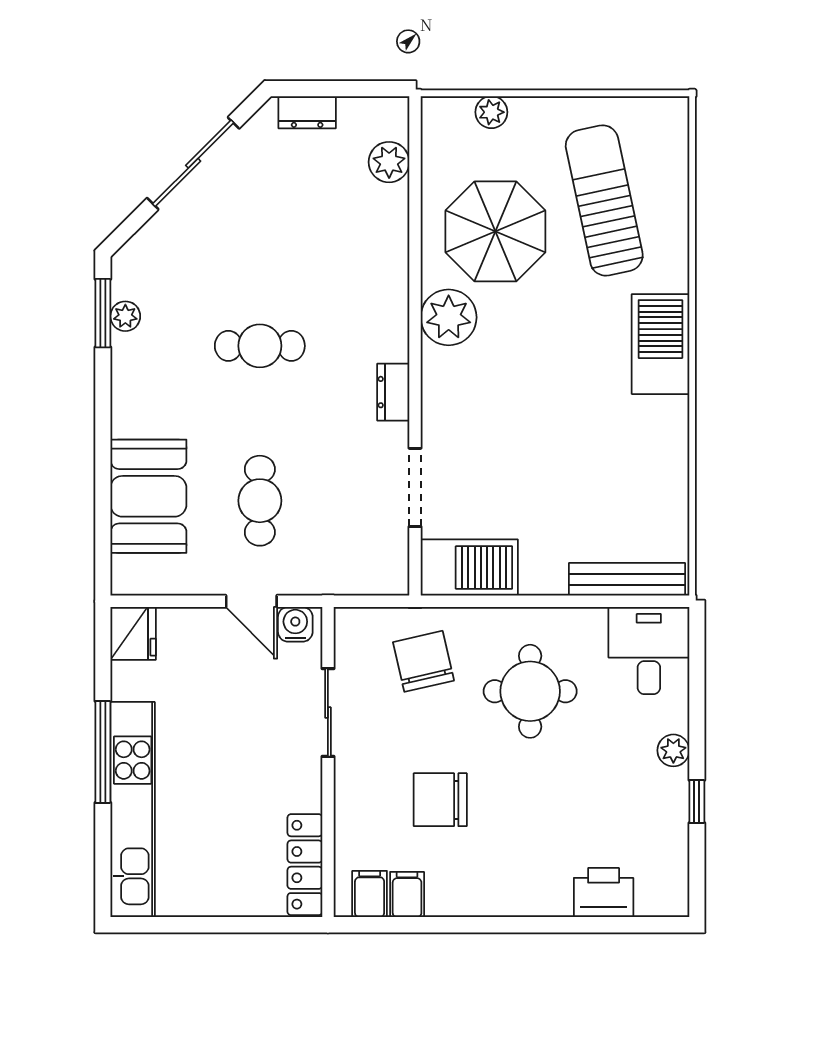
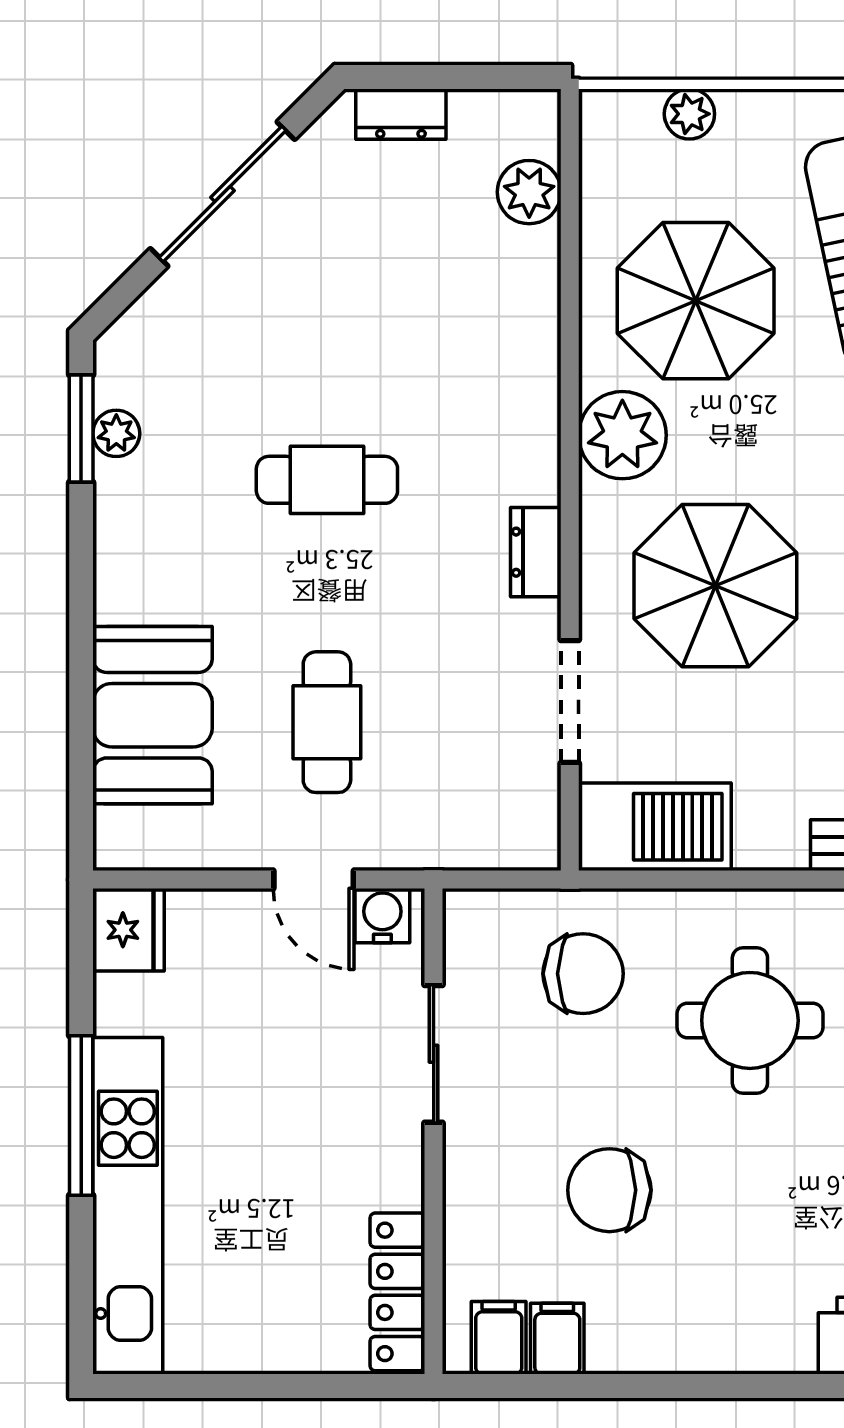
parasol: (508, 414) -> (715, 586), added
chair: (423, 661) -> (583, 974), turned 103

